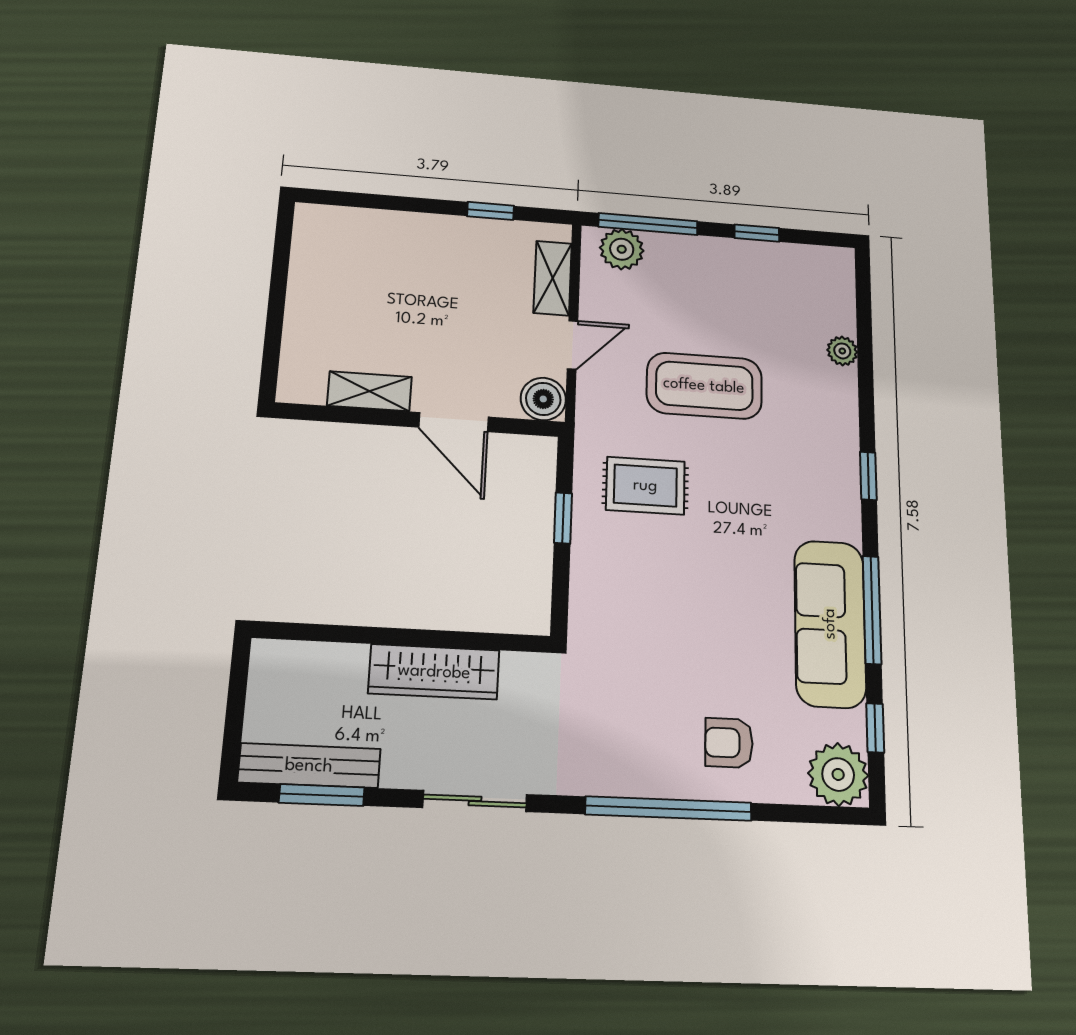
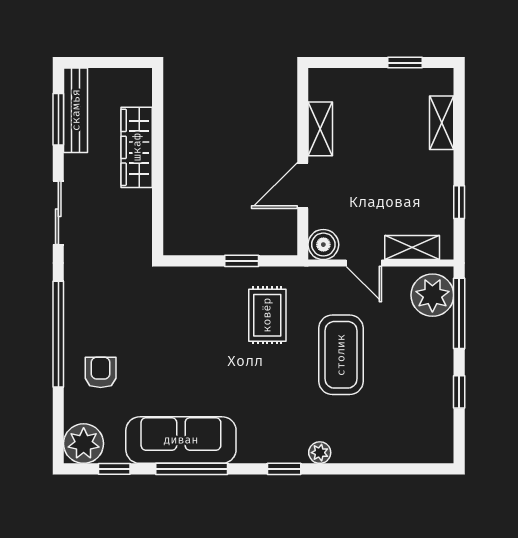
shelving: (374, 224) -> (442, 123), added
plant: (622, 249) -> (432, 295), width x1.36, depth x1.36
window: (280, 266) -> (405, 63), added
plant: (842, 351) -> (320, 453), moved
wardrobe: (434, 672) -> (137, 147), moved

